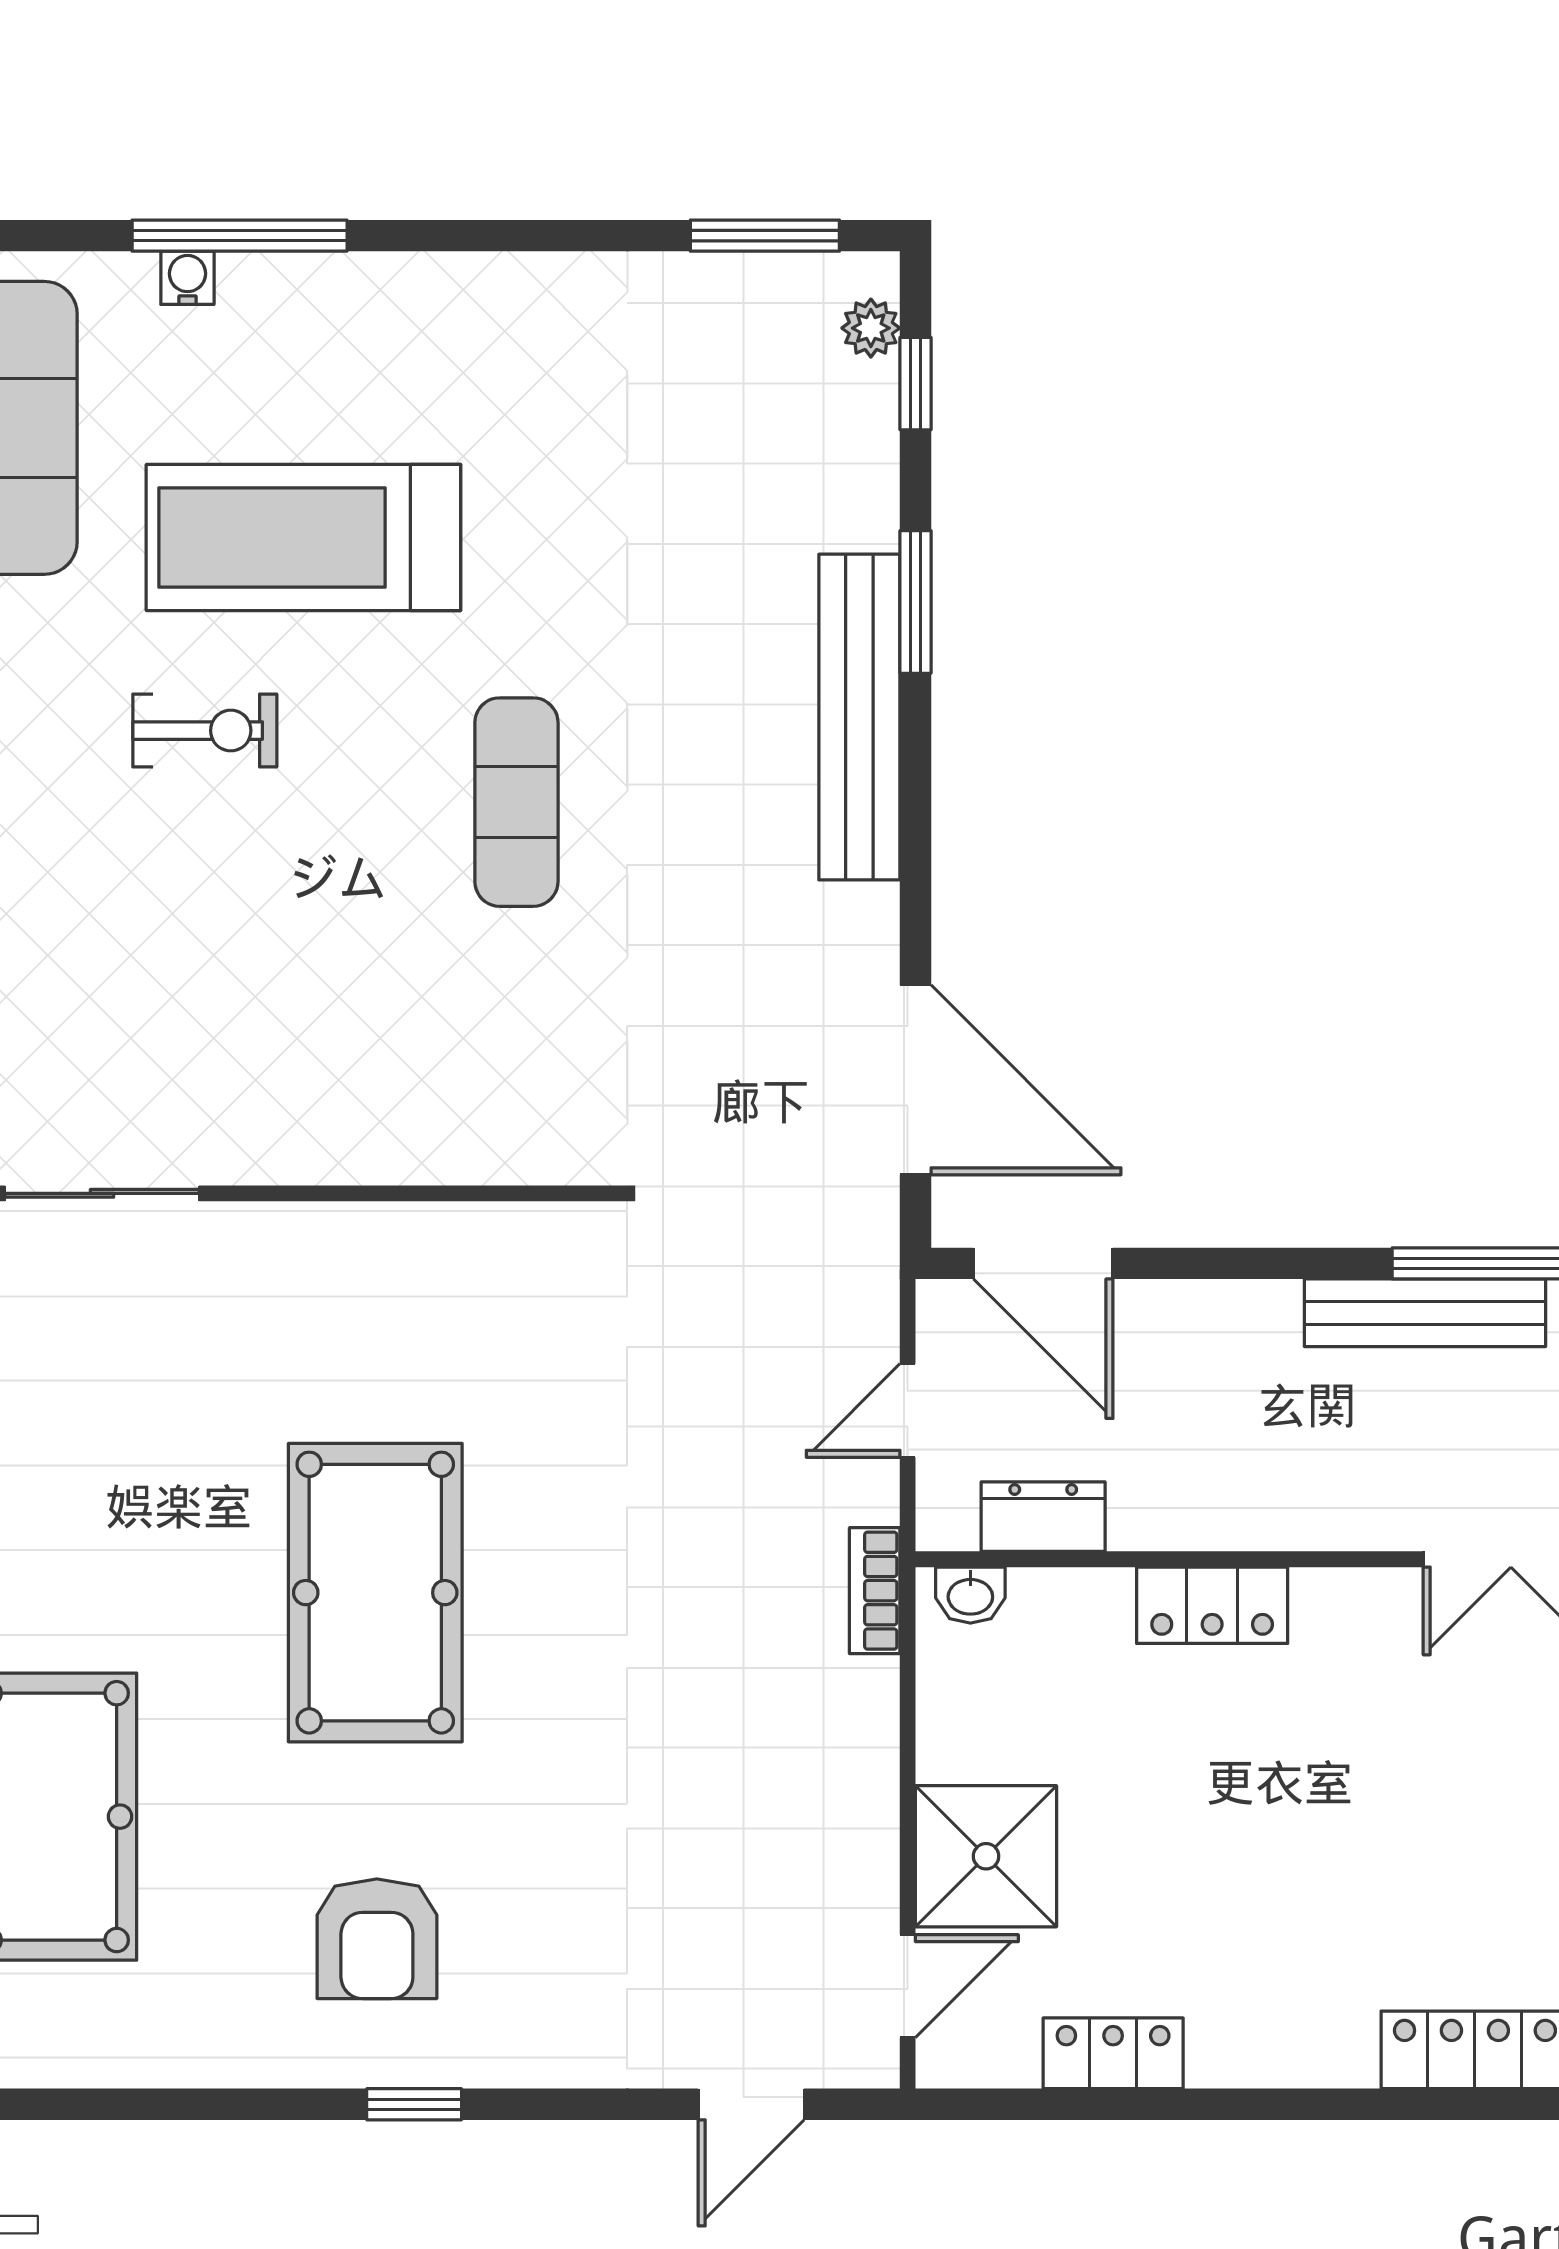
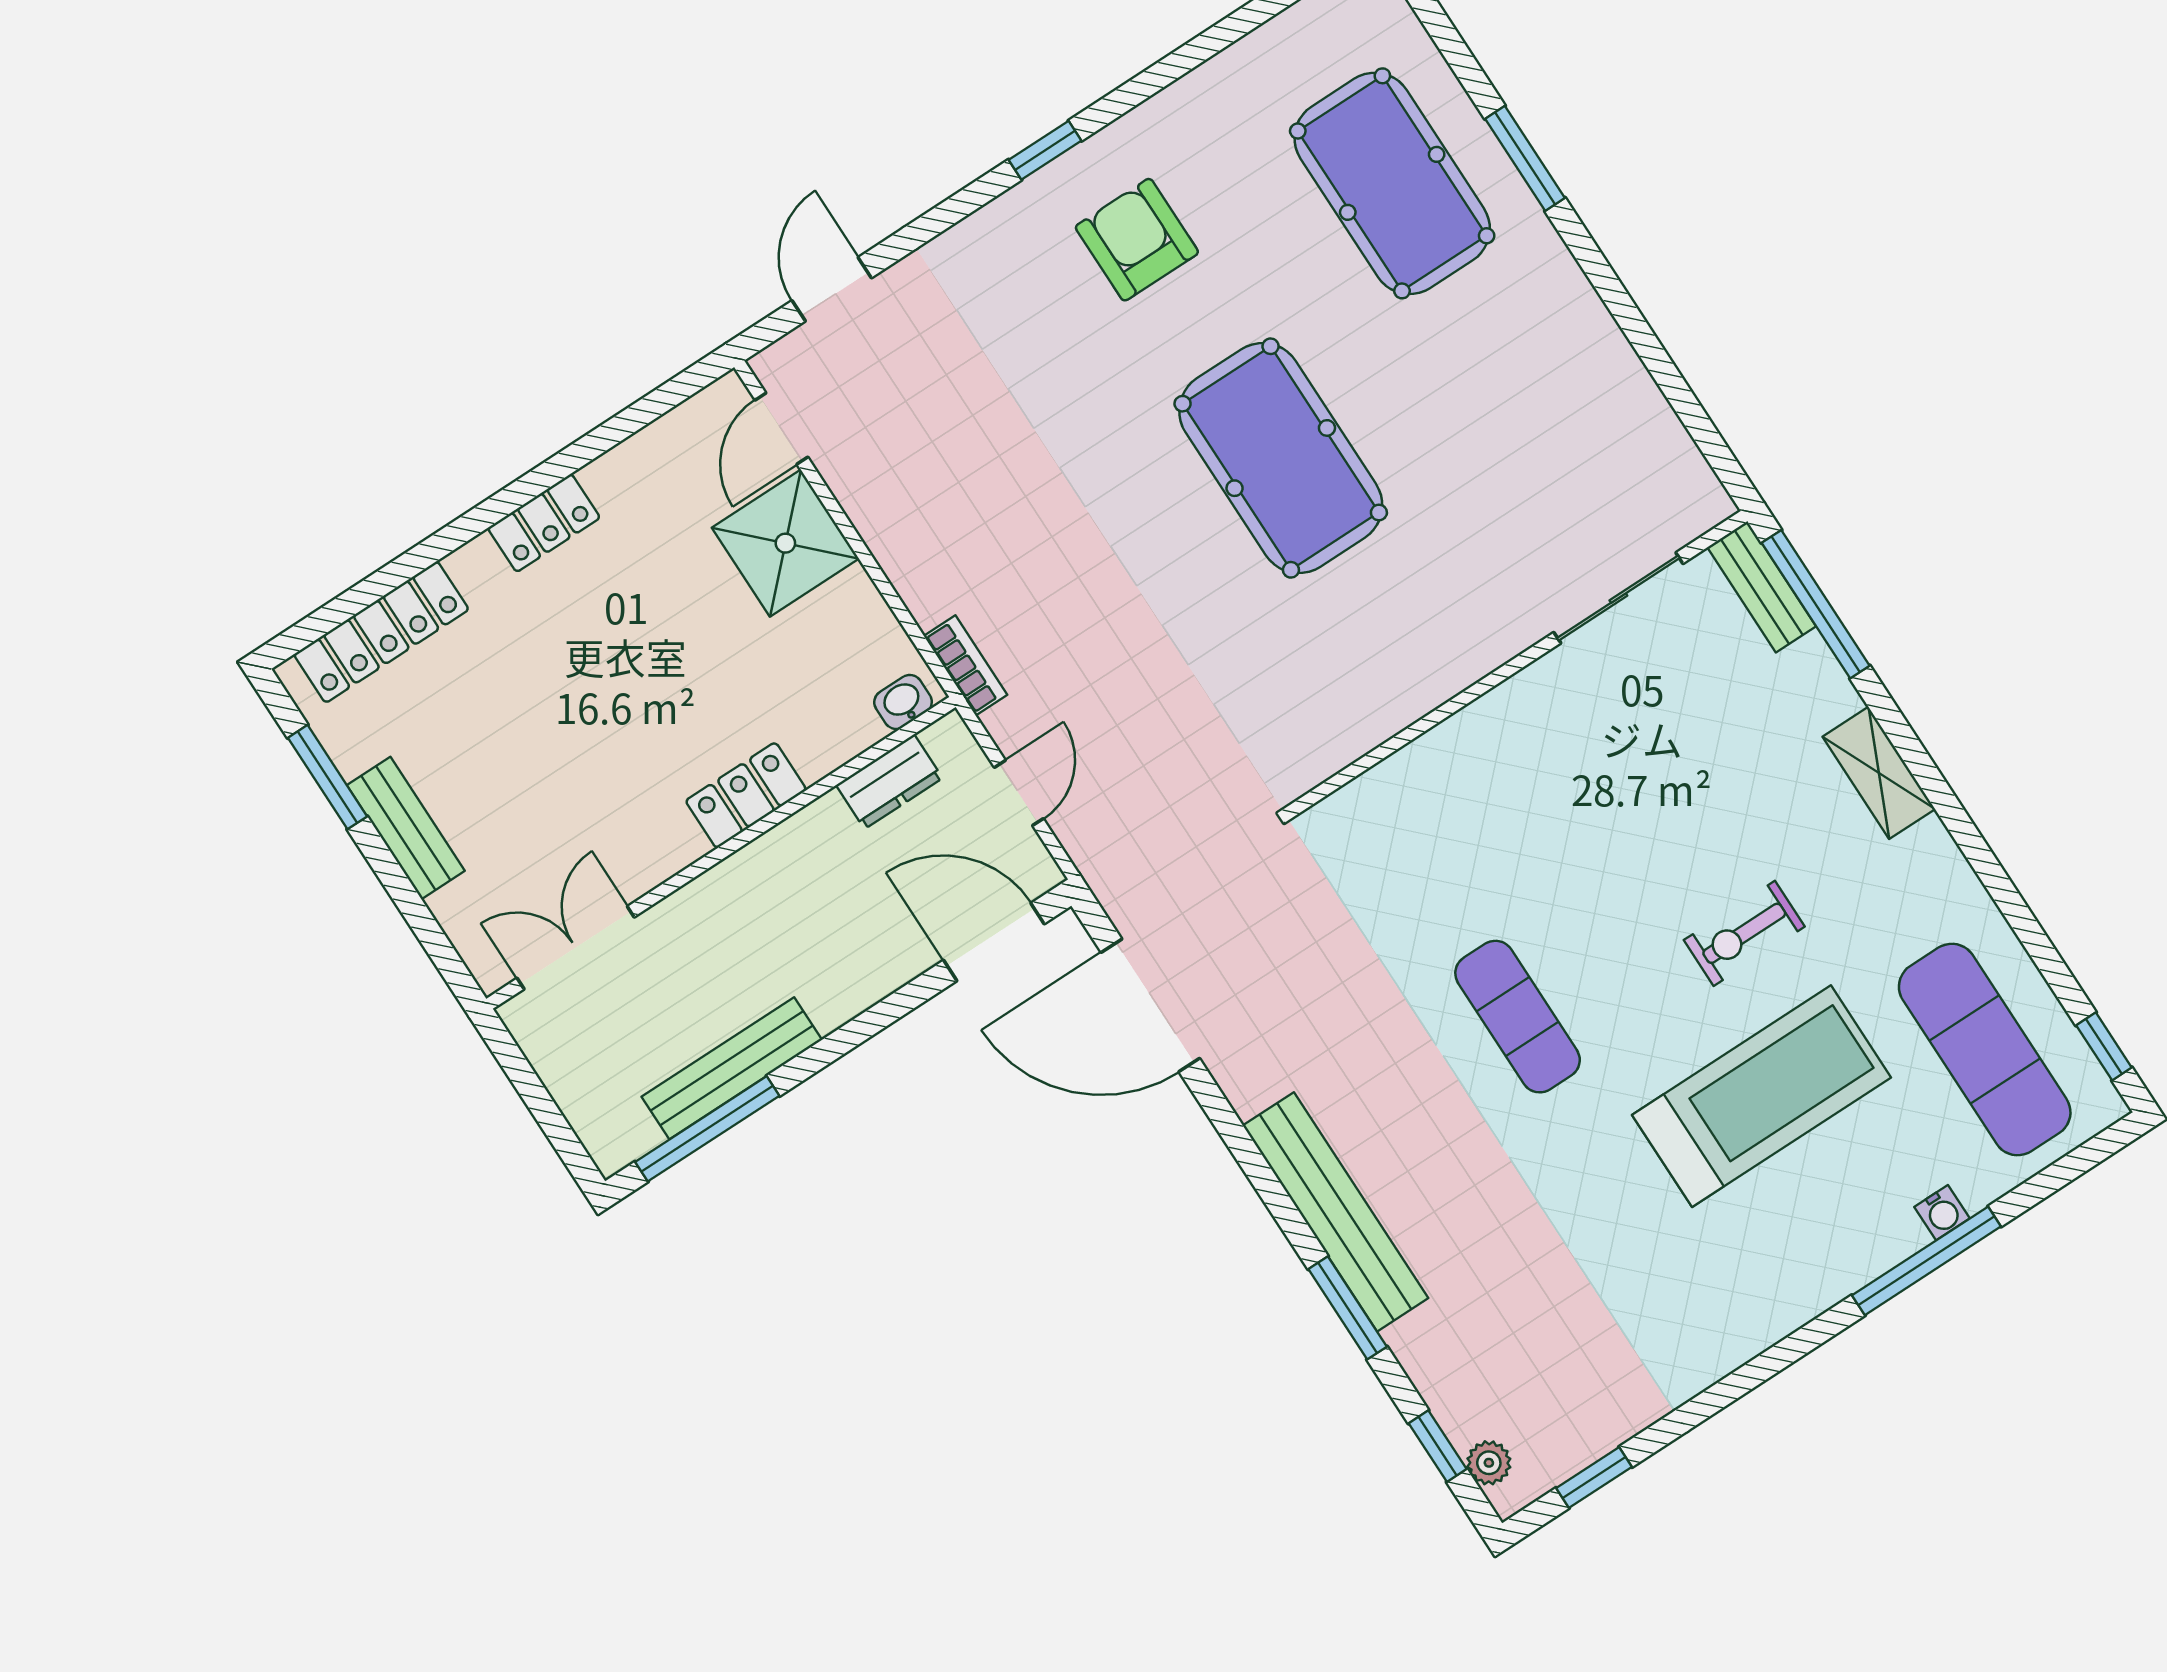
window: (765, 236) -> (1594, 1478), width x0.67
locker: (1113, 2053) -> (544, 523), moved

